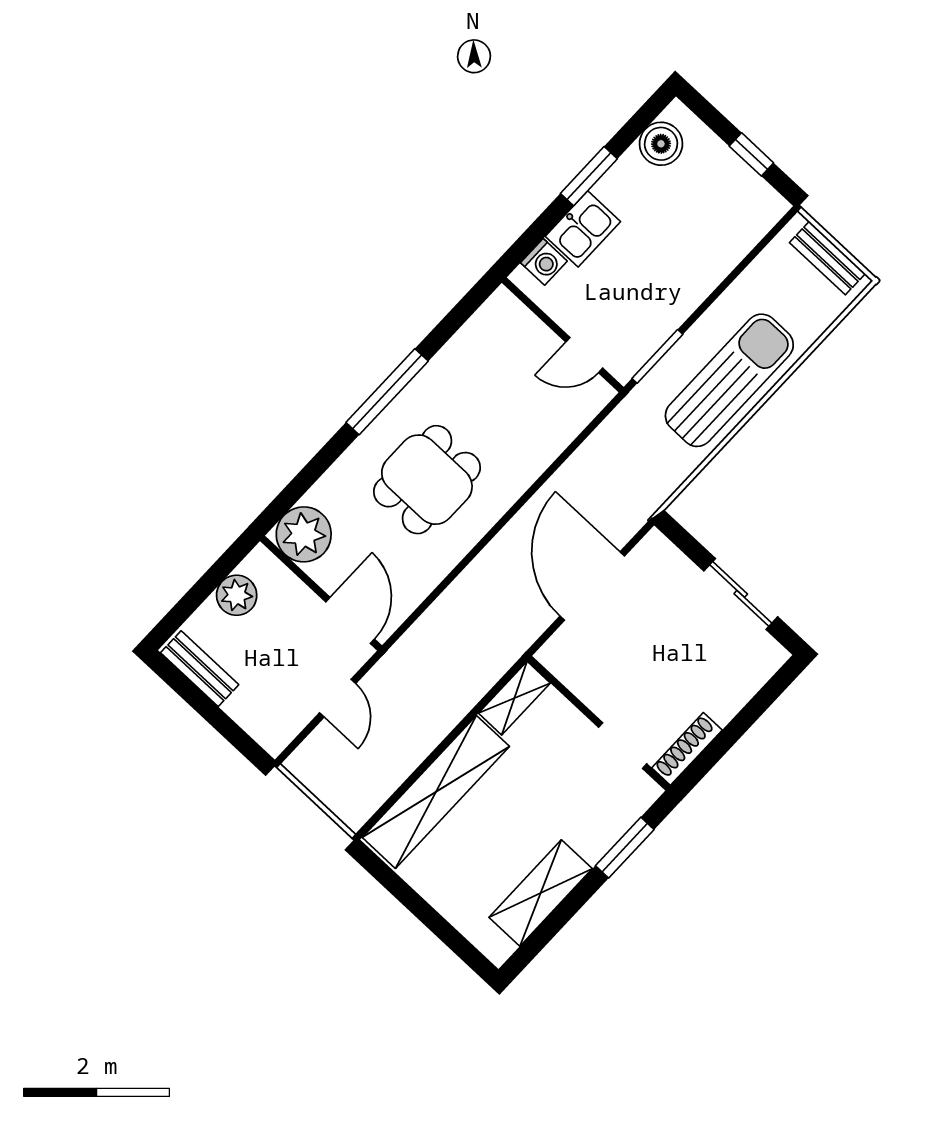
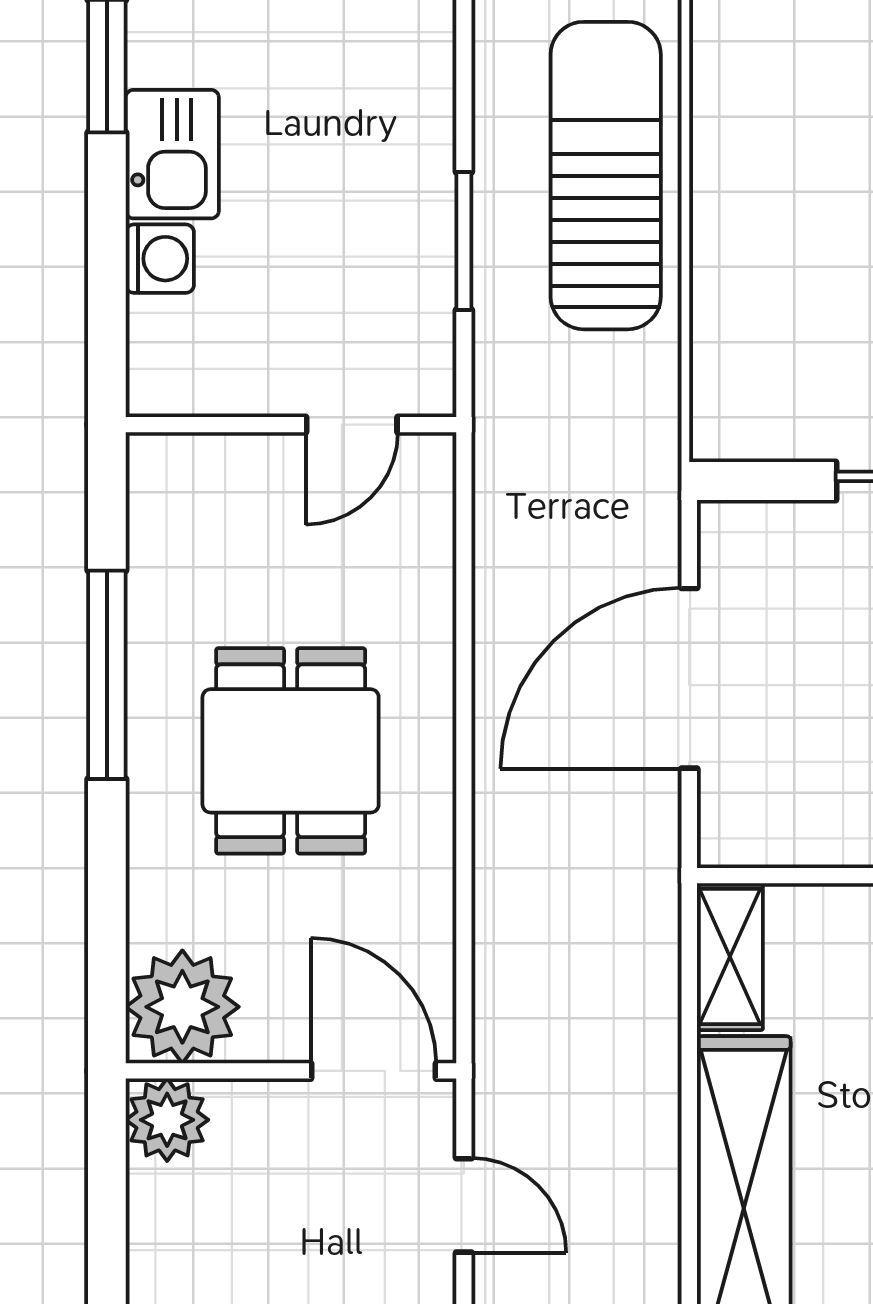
wall: (563, 335) -> (291, 425), moved
door: (584, 355) -> (352, 425), moved
door: (592, 586) -> (689, 678), hinge flipped
plant: (237, 595) -> (167, 1120), moved

